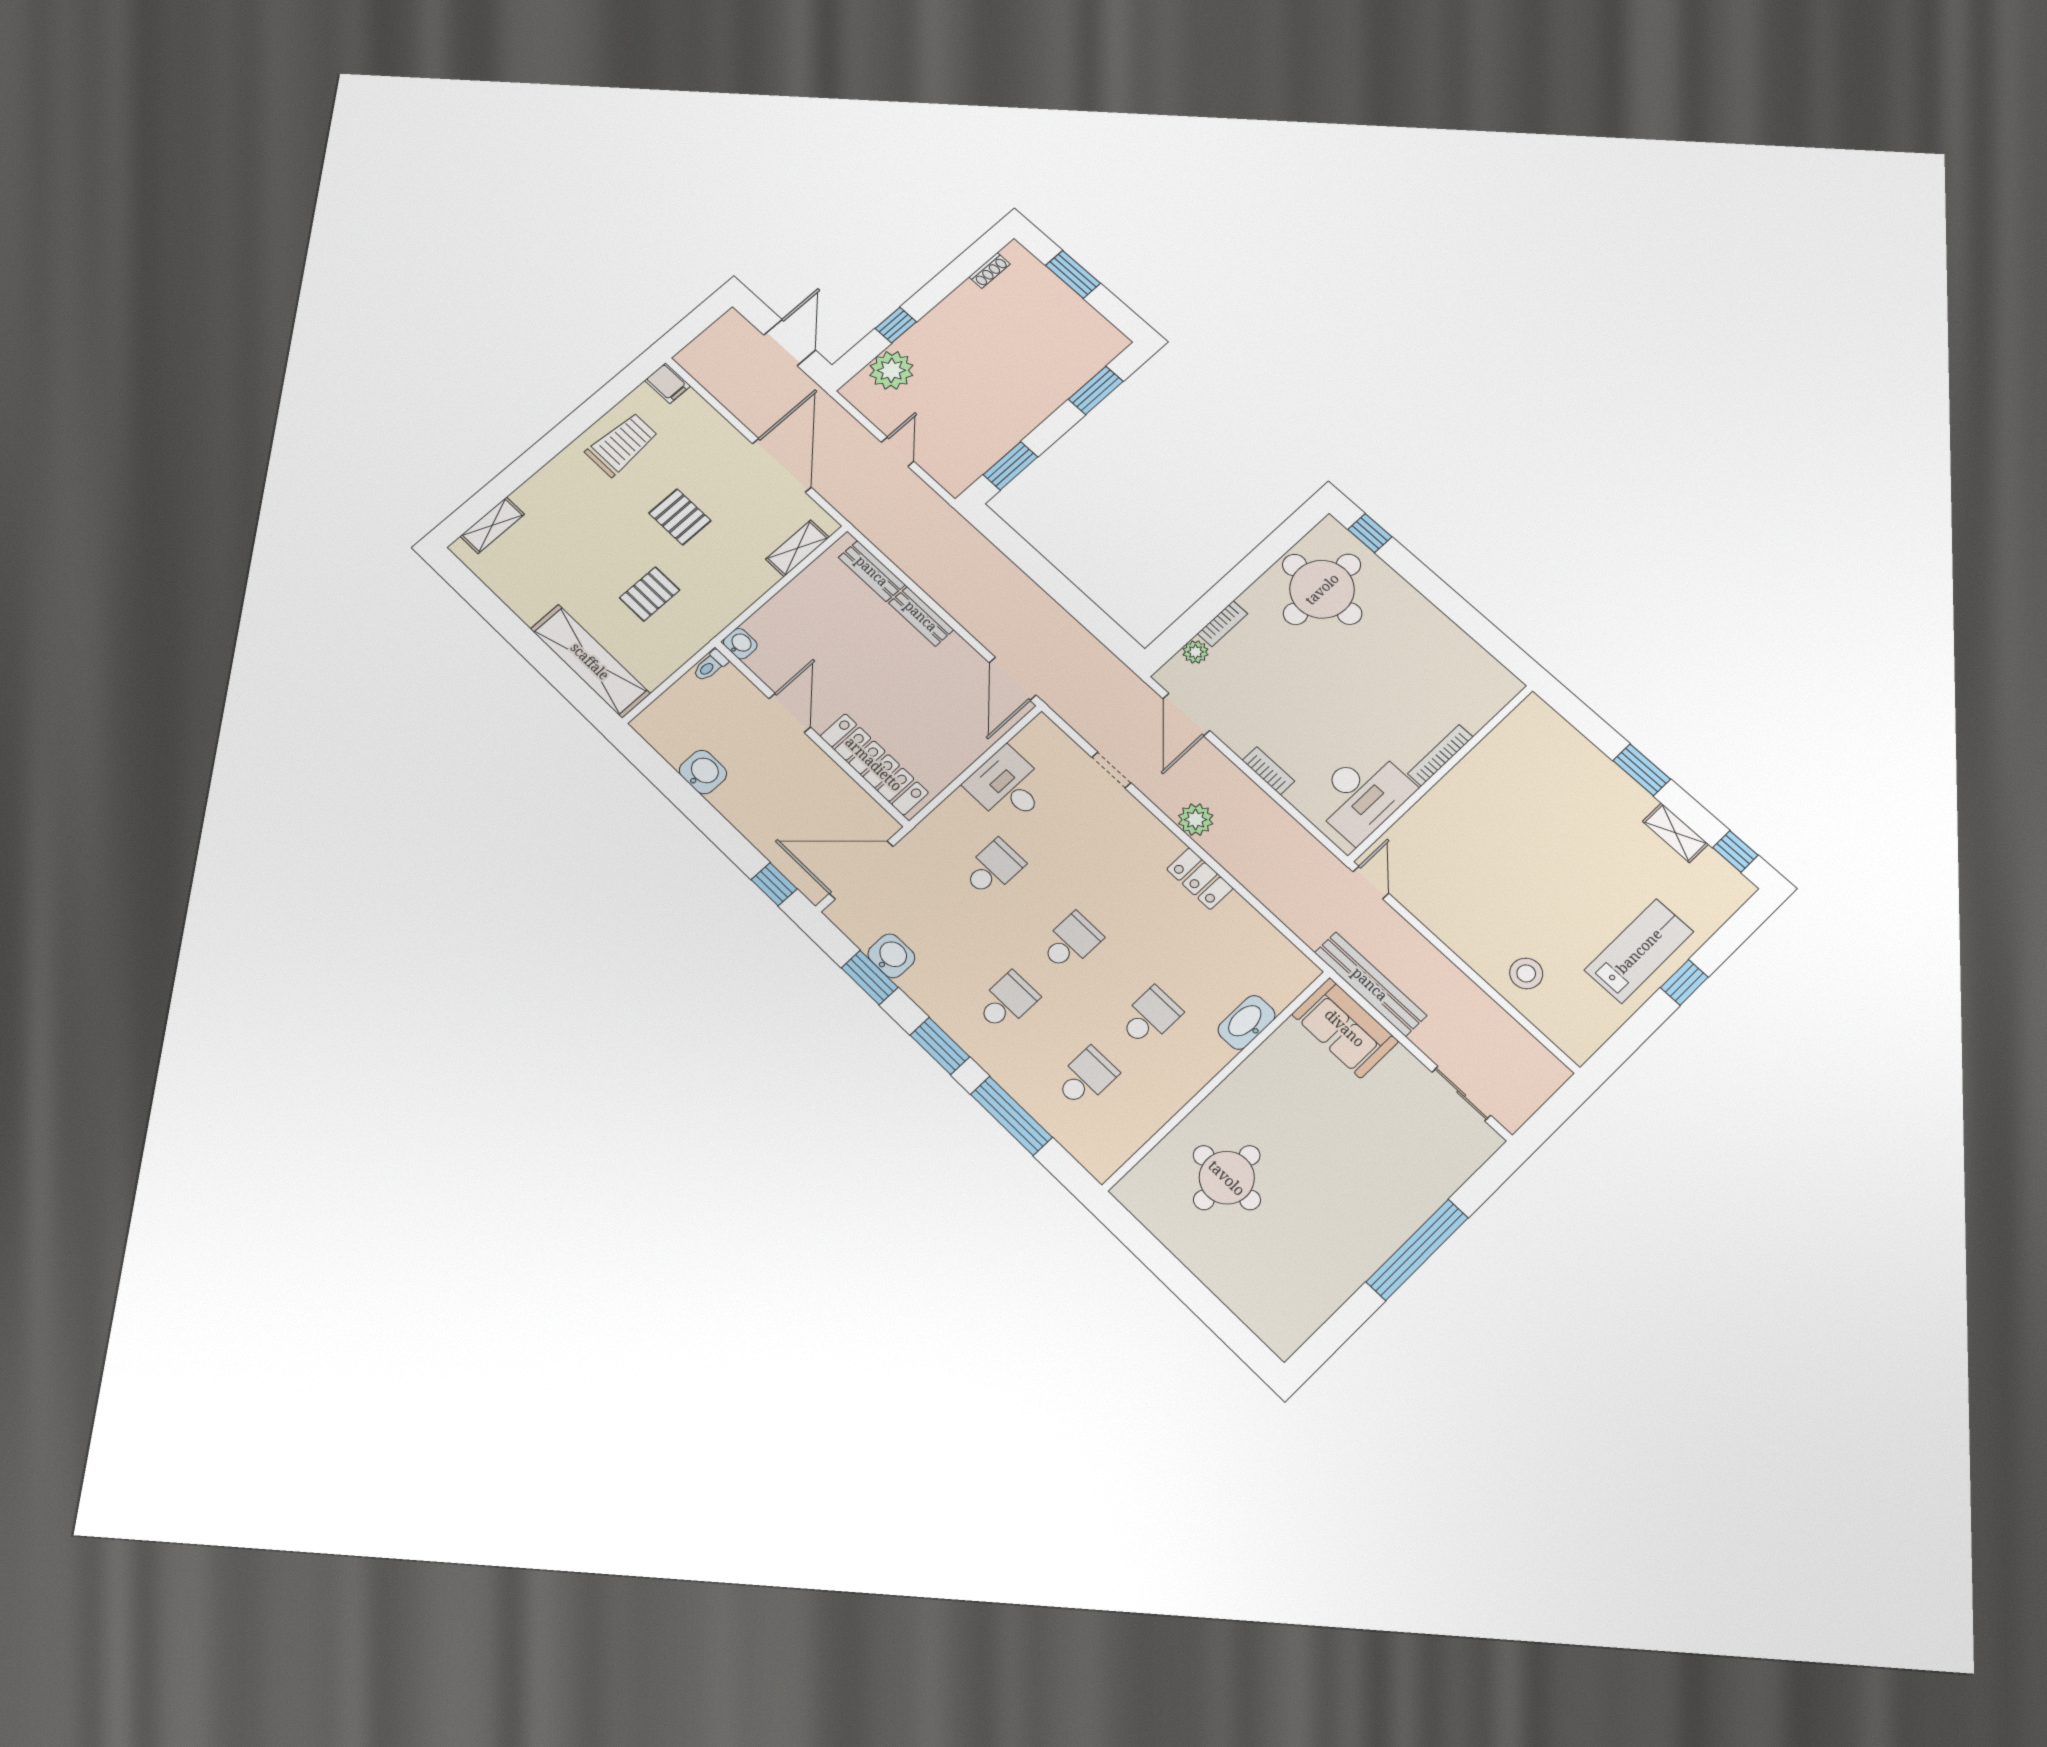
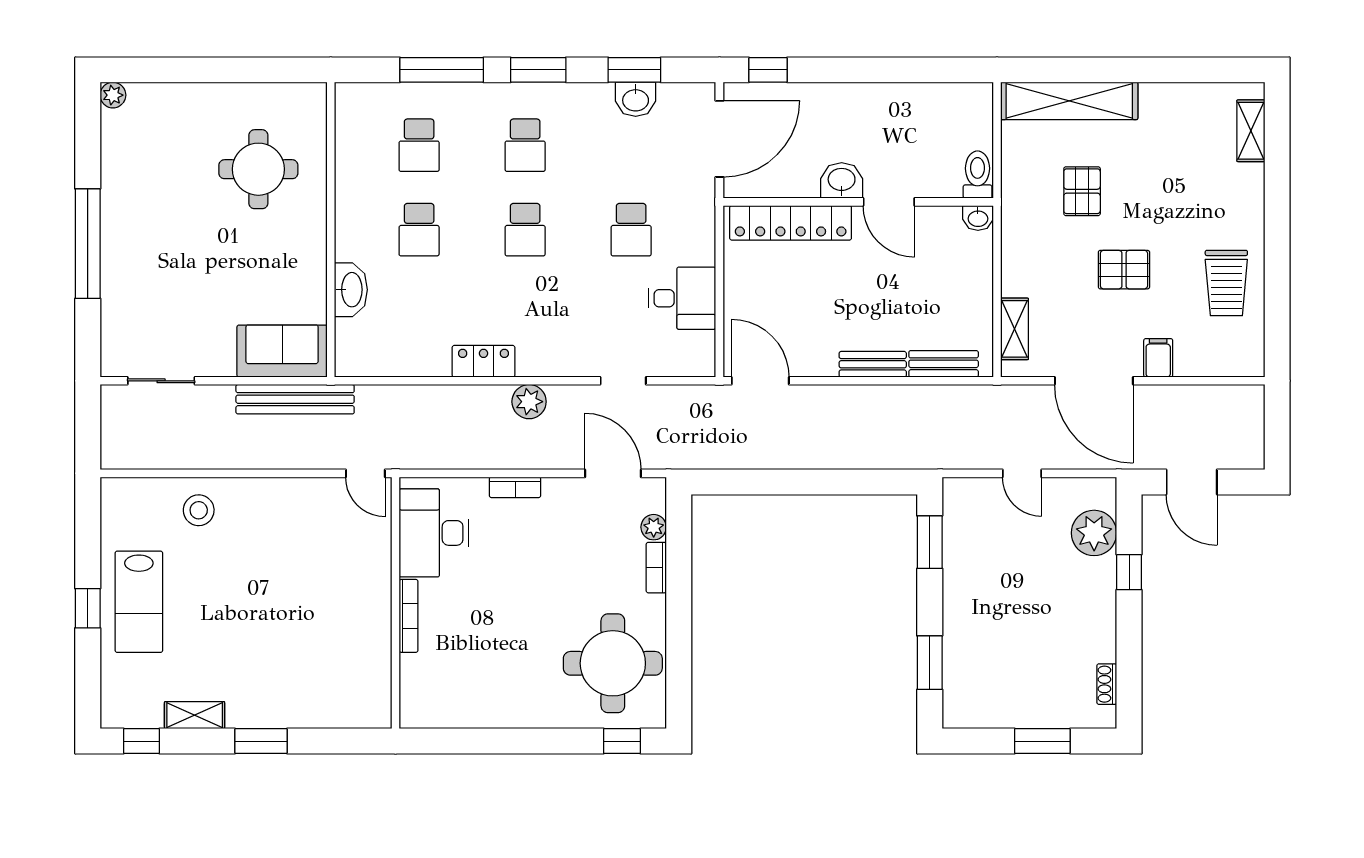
filing cabinet: (668, 383) -> (1158, 358), moved, turned 90
toilet: (710, 666) -> (978, 175), width x1.37, depth x1.39
washbasin: (703, 772) -> (842, 180), moved, turned 180
plant: (1284, 1343) -> (113, 95), added

